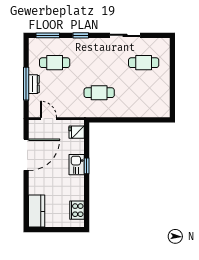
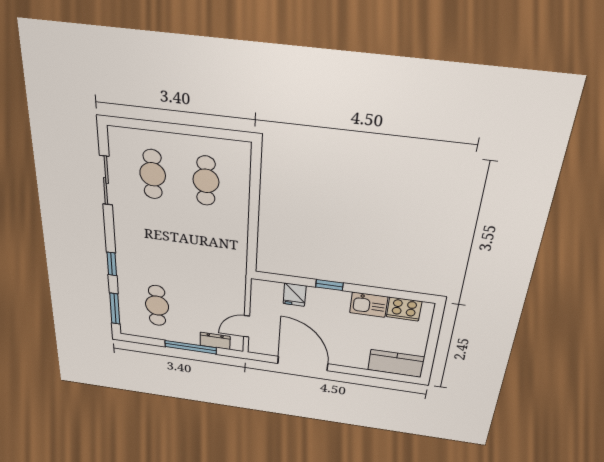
sliding door: (125, 35) -> (106, 180), moved
dresser: (34, 84) -> (215, 341), moved
cafe table: (99, 93) -> (206, 181), moved
fridge: (77, 132) -> (295, 295), moved
kitchen sink: (77, 165) -> (369, 305), moved

